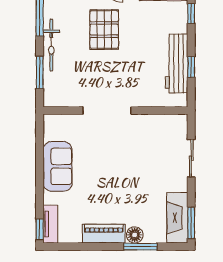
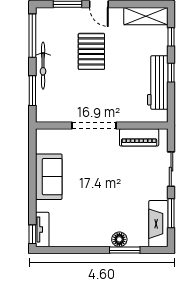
window: (191, 67) -> (171, 73), moved
window: (191, 223) -> (171, 213), moved
piano: (104, 234) -> (139, 137), moved, turned 180

